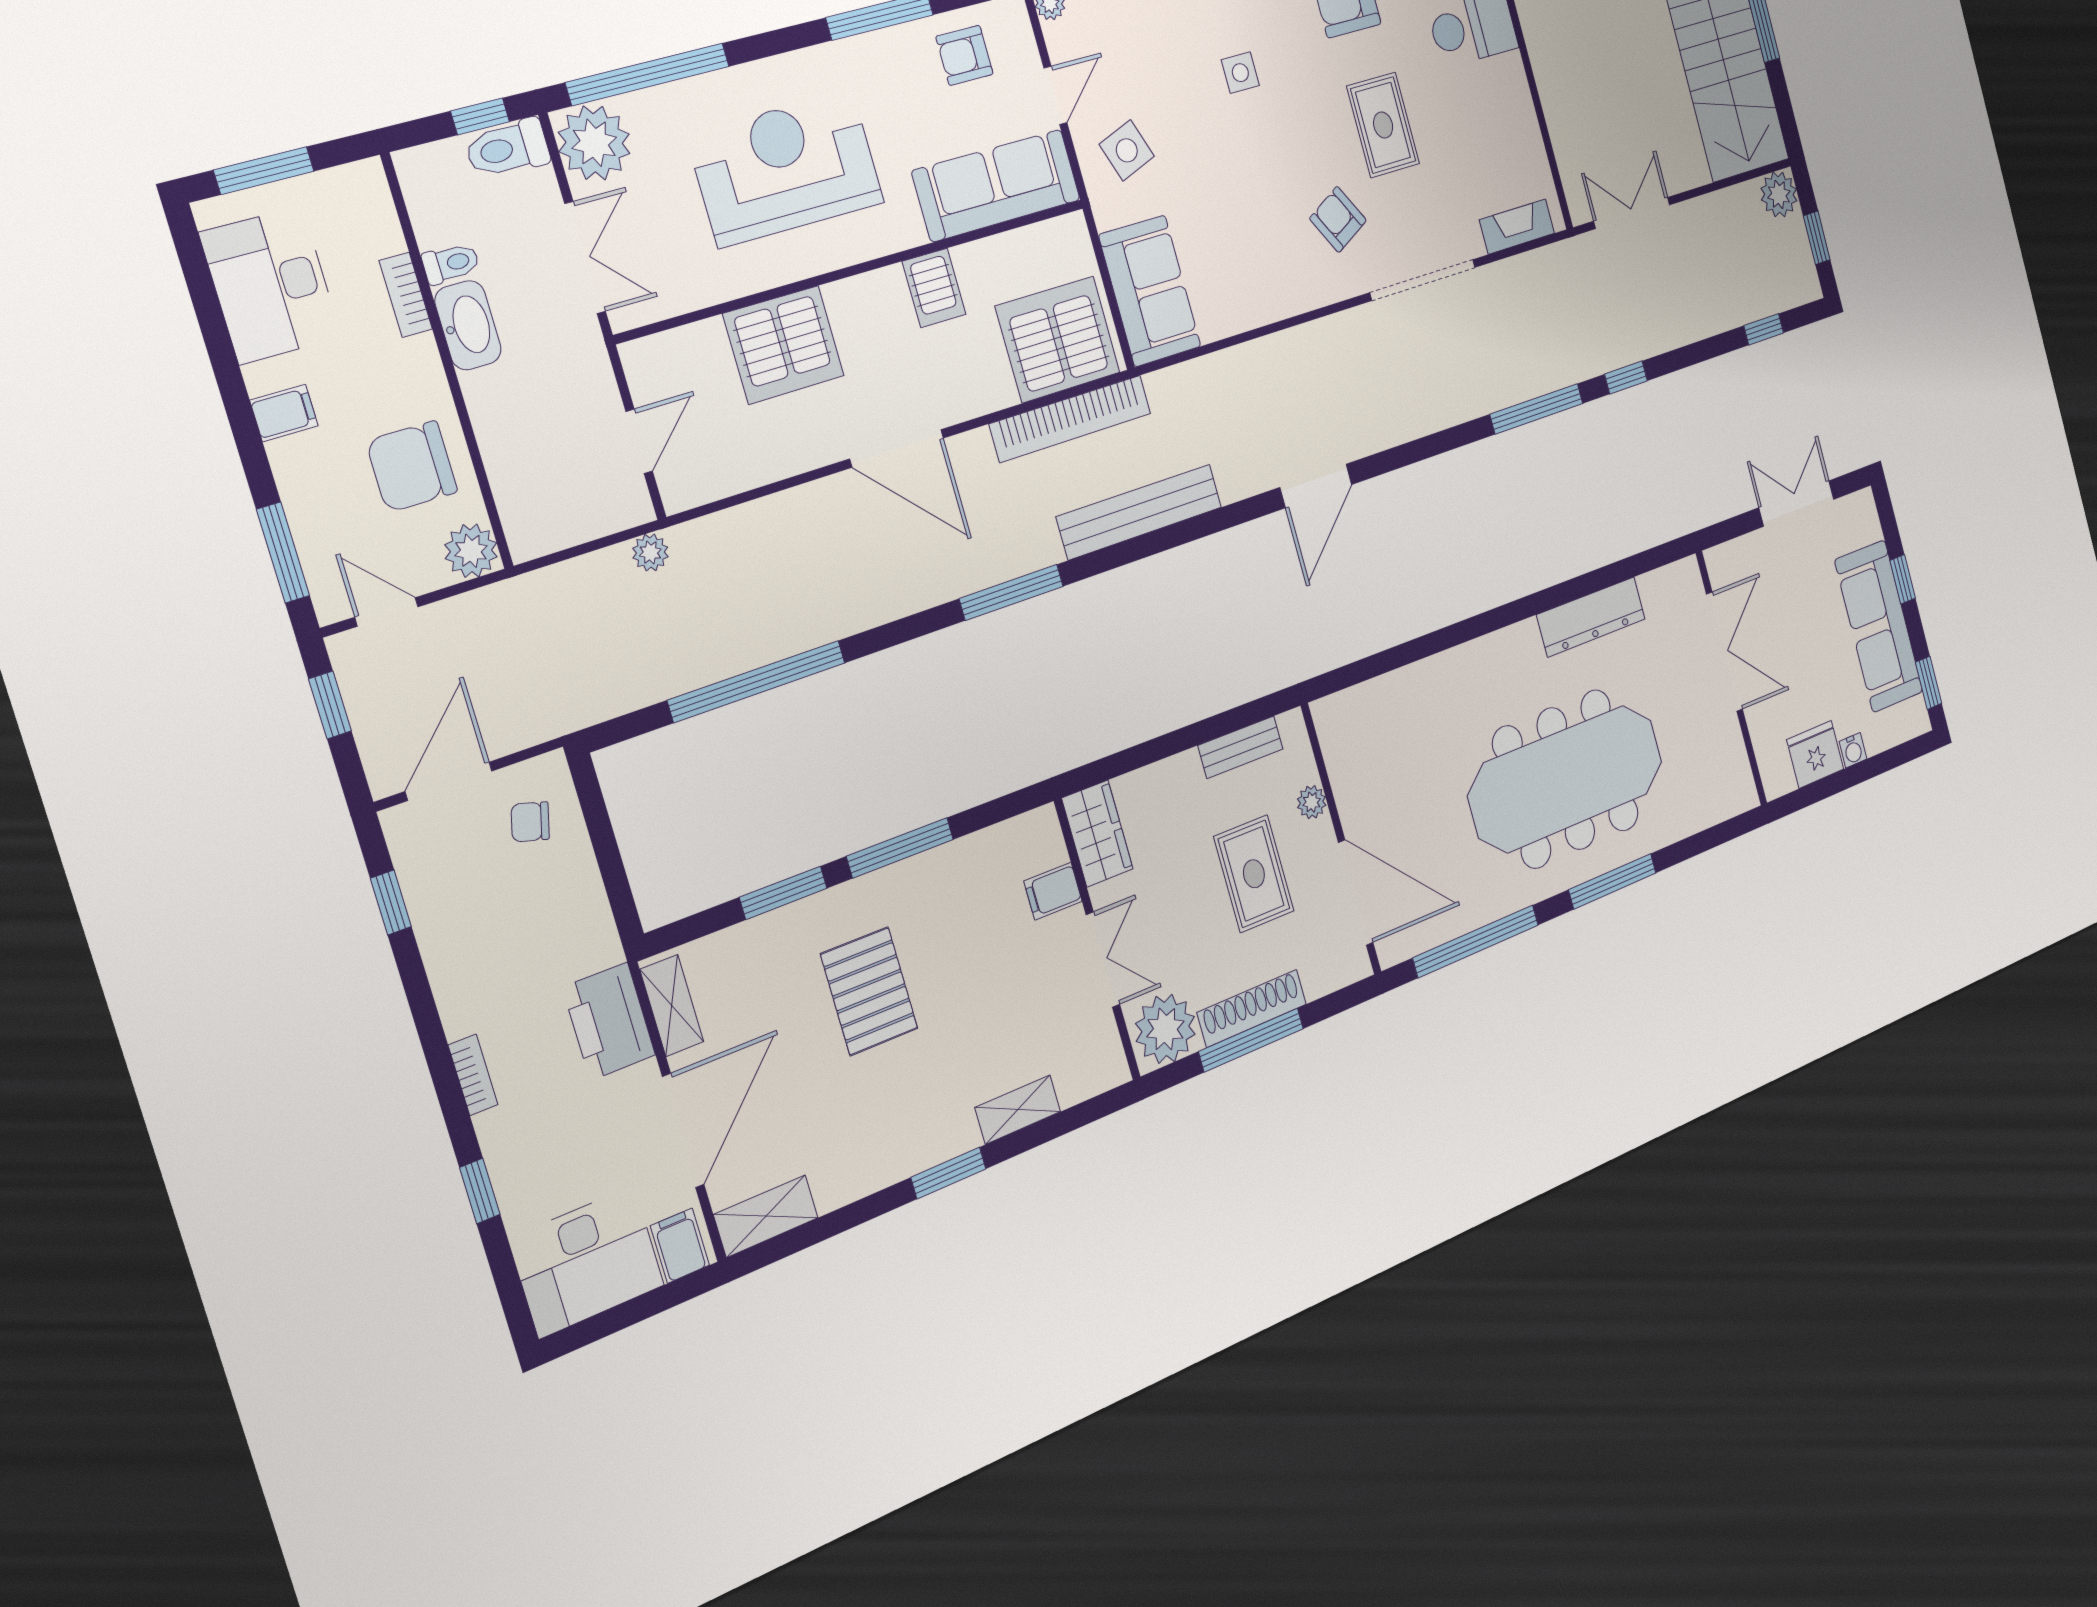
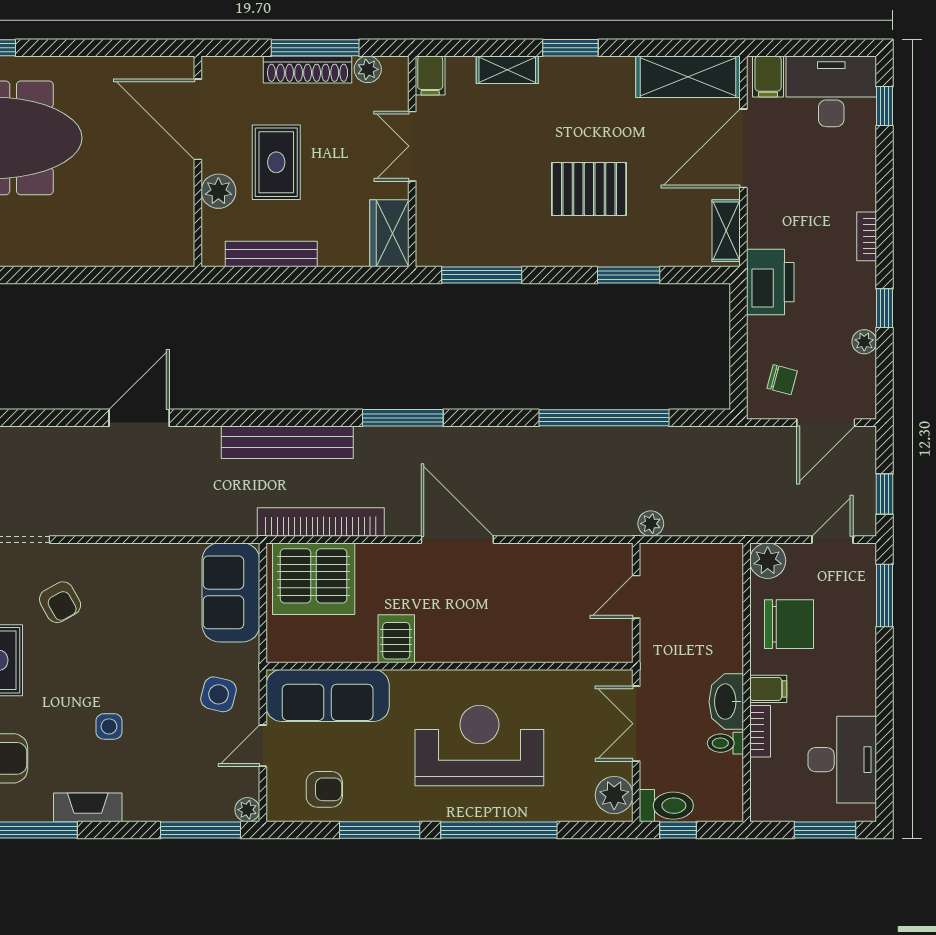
window: (648, 74) -> (499, 830), moved
plant: (594, 143) -> (614, 795), width x0.73, depth x0.73
side table: (1127, 150) -> (219, 694), turned 34
reception desk: (786, 169) -> (479, 746), turned 180
server rack: (784, 345) -> (517, 631), removed
filing cabinet: (284, 413) -> (768, 689), moved, turned 180
door: (386, 612) -> (832, 540), swing flipped
bench: (1240, 747) -> (271, 254), width x1.36
plant: (1312, 802) -> (218, 191), width x1.38, depth x1.38
window: (900, 848) -> (482, 275), moved
filing cabinet: (1053, 891) -> (430, 76), moved, turned 90
window: (391, 902) -> (885, 308), moved
plant: (429, 920) -> (864, 342), added
window: (1476, 941) -> (108, 48), removed
pallet: (869, 991) -> (589, 189), turned 90
printer: (609, 1021) -> (770, 282), moved
plant: (1165, 1029) -> (368, 69), width x0.53, depth x0.53
window: (480, 1191) -> (885, 106), moved
shelving: (766, 1216) -> (688, 77), width x1.50, depth x1.33

